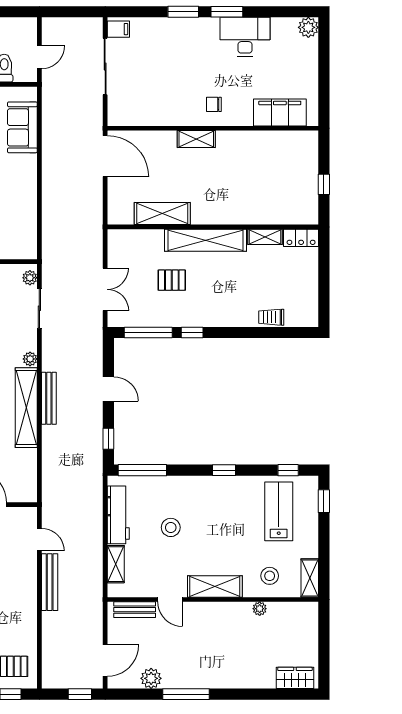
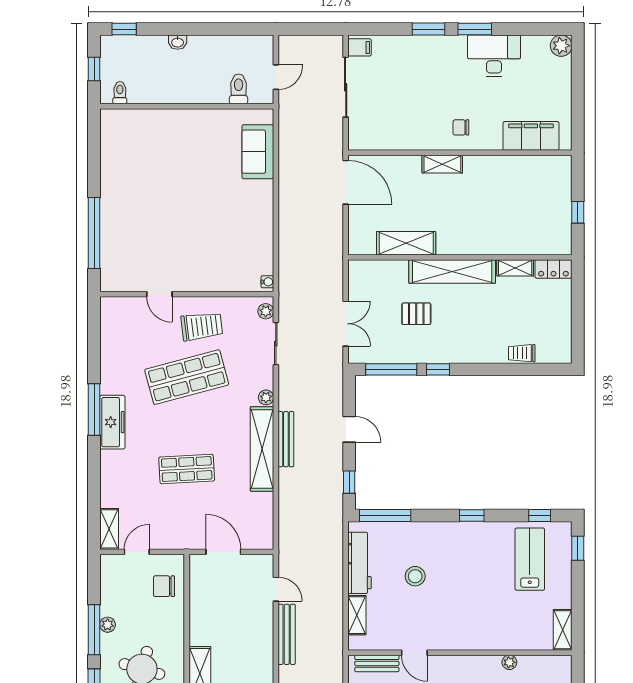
water cooler: (31, 250) -> (267, 282), added
stool: (270, 576) -> (520, 628), removed
shelving: (215, 586) -> (462, 639), removed

